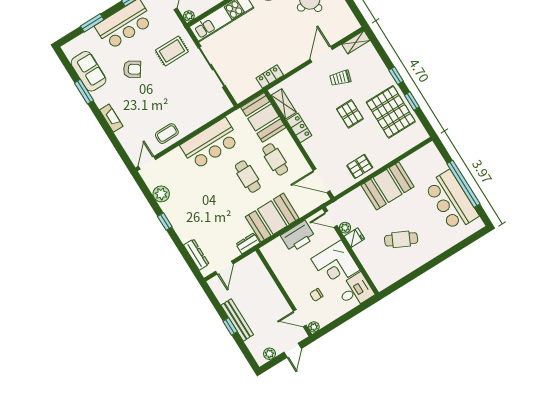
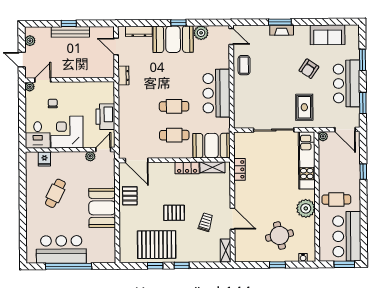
window: (84, 92) -> (280, 22), moved
door: (322, 181) -> (137, 160), swing flipped
booth: (272, 218) -> (173, 39), moved, turned 90
fridge: (354, 238) -> (44, 159), moved

